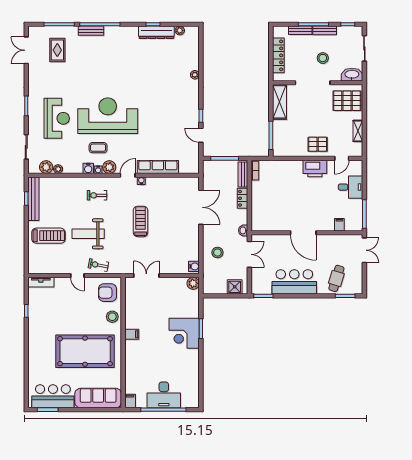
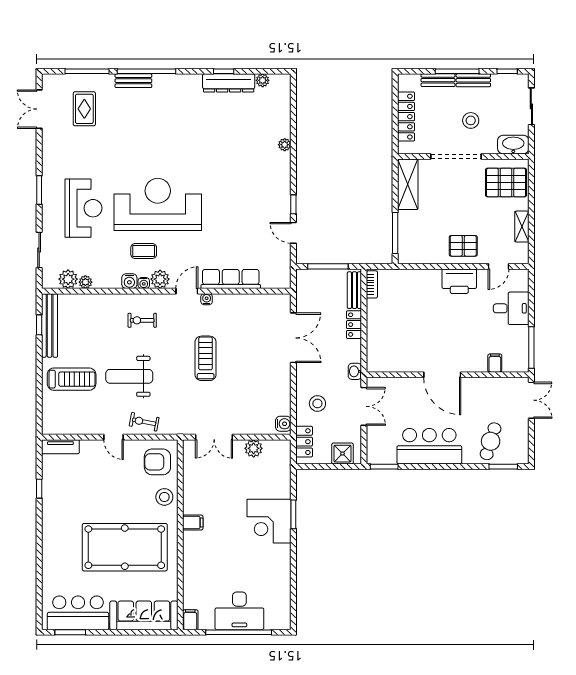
double door: (146, 276) -> (214, 437), swing flipped
locker: (208, 279) -> (304, 442), added
plant: (193, 283) -> (254, 448), moved

